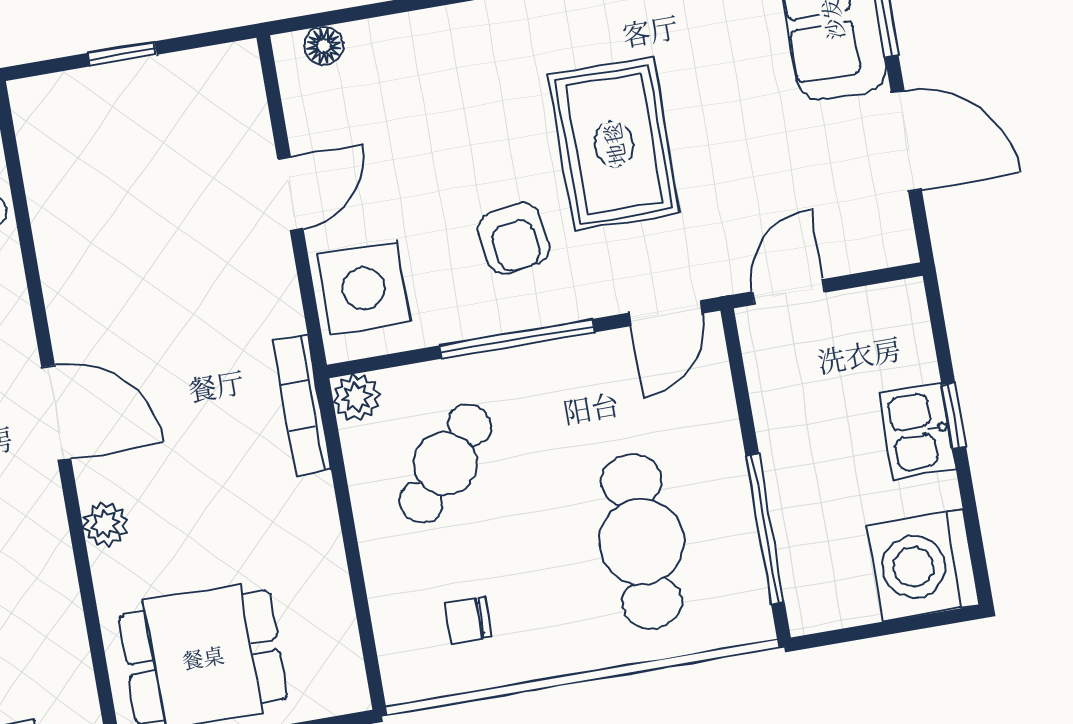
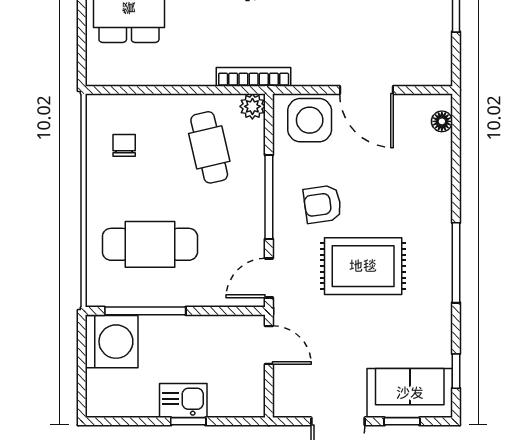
door: (290, 194) -> (366, 90), width x1.37
door: (666, 313) -> (269, 278), hinge flipped
cafe table: (445, 464) -> (209, 147), turned 35
washing machine: (923, 565) -> (112, 342), moved, turned 90

